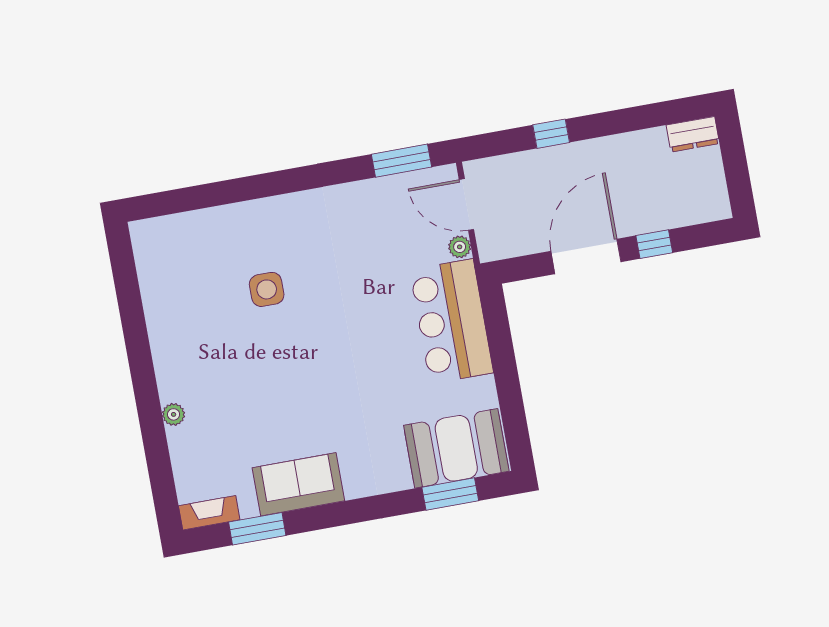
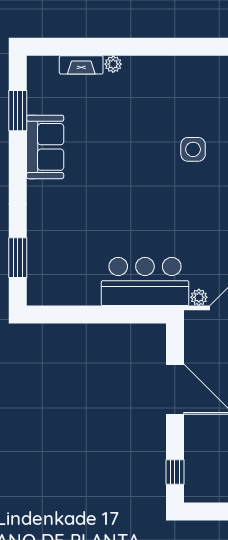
window: (654, 244) -> (175, 472), moved
booth: (456, 448) -> (51, 268), removed
fireplace: (209, 513) -> (81, 65), moved, turned 90

